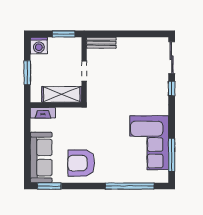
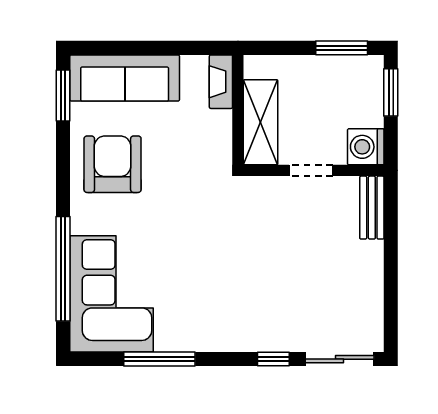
window: (64, 34) -> (391, 92), moved
washing machine: (39, 46) -> (366, 147), moved
window: (27, 73) -> (342, 48), moved
corner sofa: (149, 143) -> (112, 294), moved, turned 90
window: (172, 155) -> (159, 359), moved

